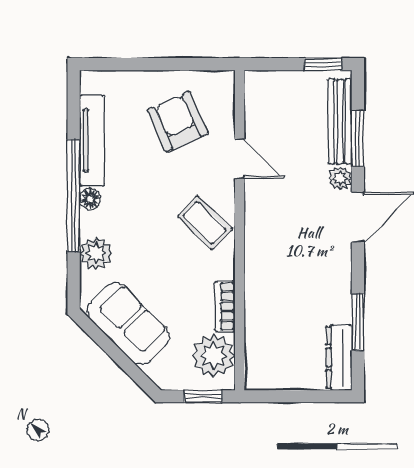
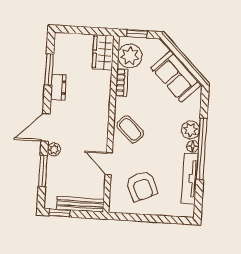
bench: (340, 122) -> (80, 204), moved, turned 90
plant: (96, 253) -> (190, 130), moved
dresser: (339, 357) -> (58, 87), moved, width x0.70
wardrobe: (262, 359) -> (103, 52), added

